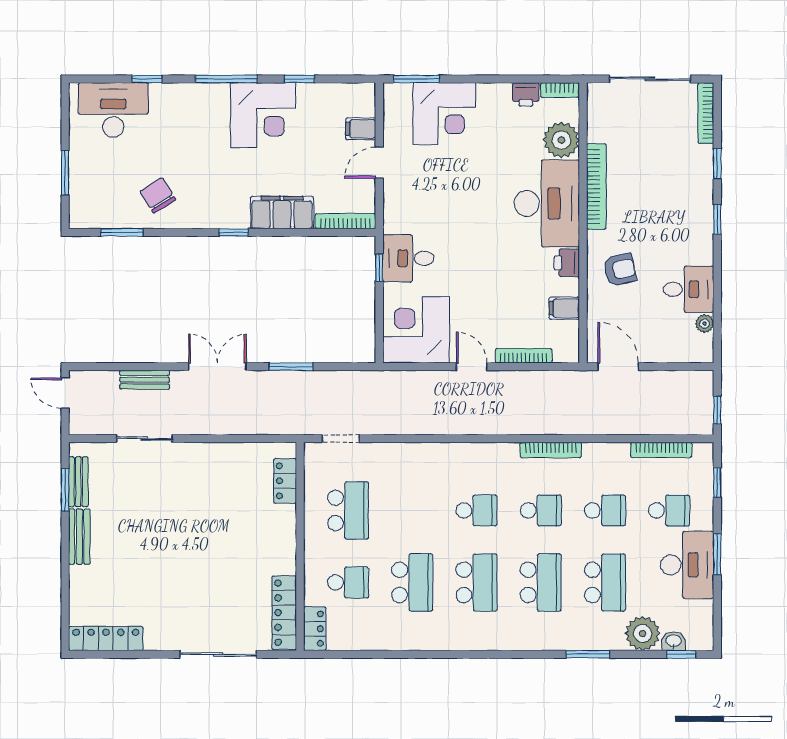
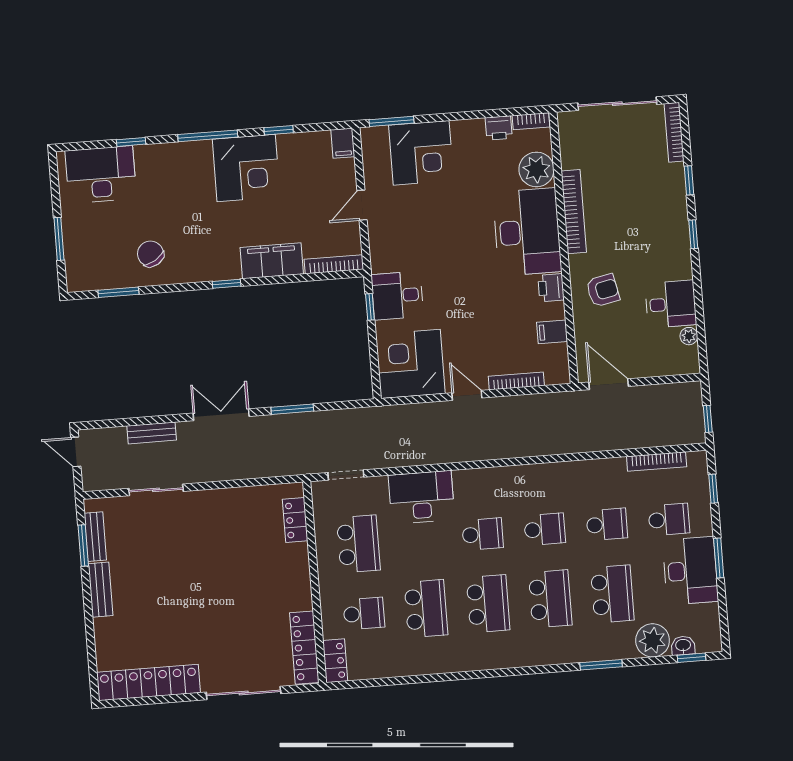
filing cabinet: (361, 129) -> (343, 143), moved, turned -90
bookcase: (551, 450) -> (550, 470), removed
desk: (417, 468) -> (421, 497), added
locker: (106, 638) -> (149, 682), width x1.41, depth x1.21

